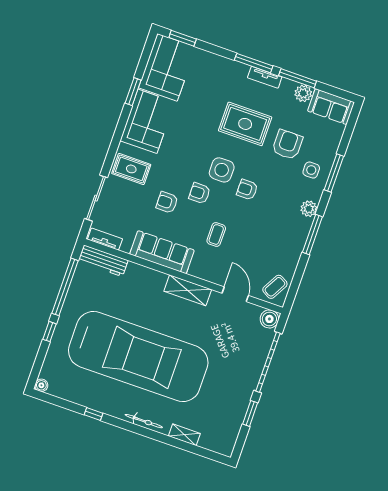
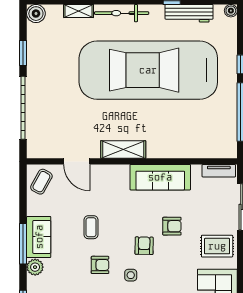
side table: (222, 170) -> (131, 275), width x0.54, depth x0.54
armchair: (200, 193) -> (144, 246), turned -89
coffee table: (216, 234) -> (91, 227), moved
sofa: (296, 236) -> (39, 237), added
workbench: (103, 261) -> (189, 13), moved, turned 180
boiler: (269, 319) -> (36, 14), moved
bicycle: (144, 421) -> (122, 13), width x1.37, depth x1.40

